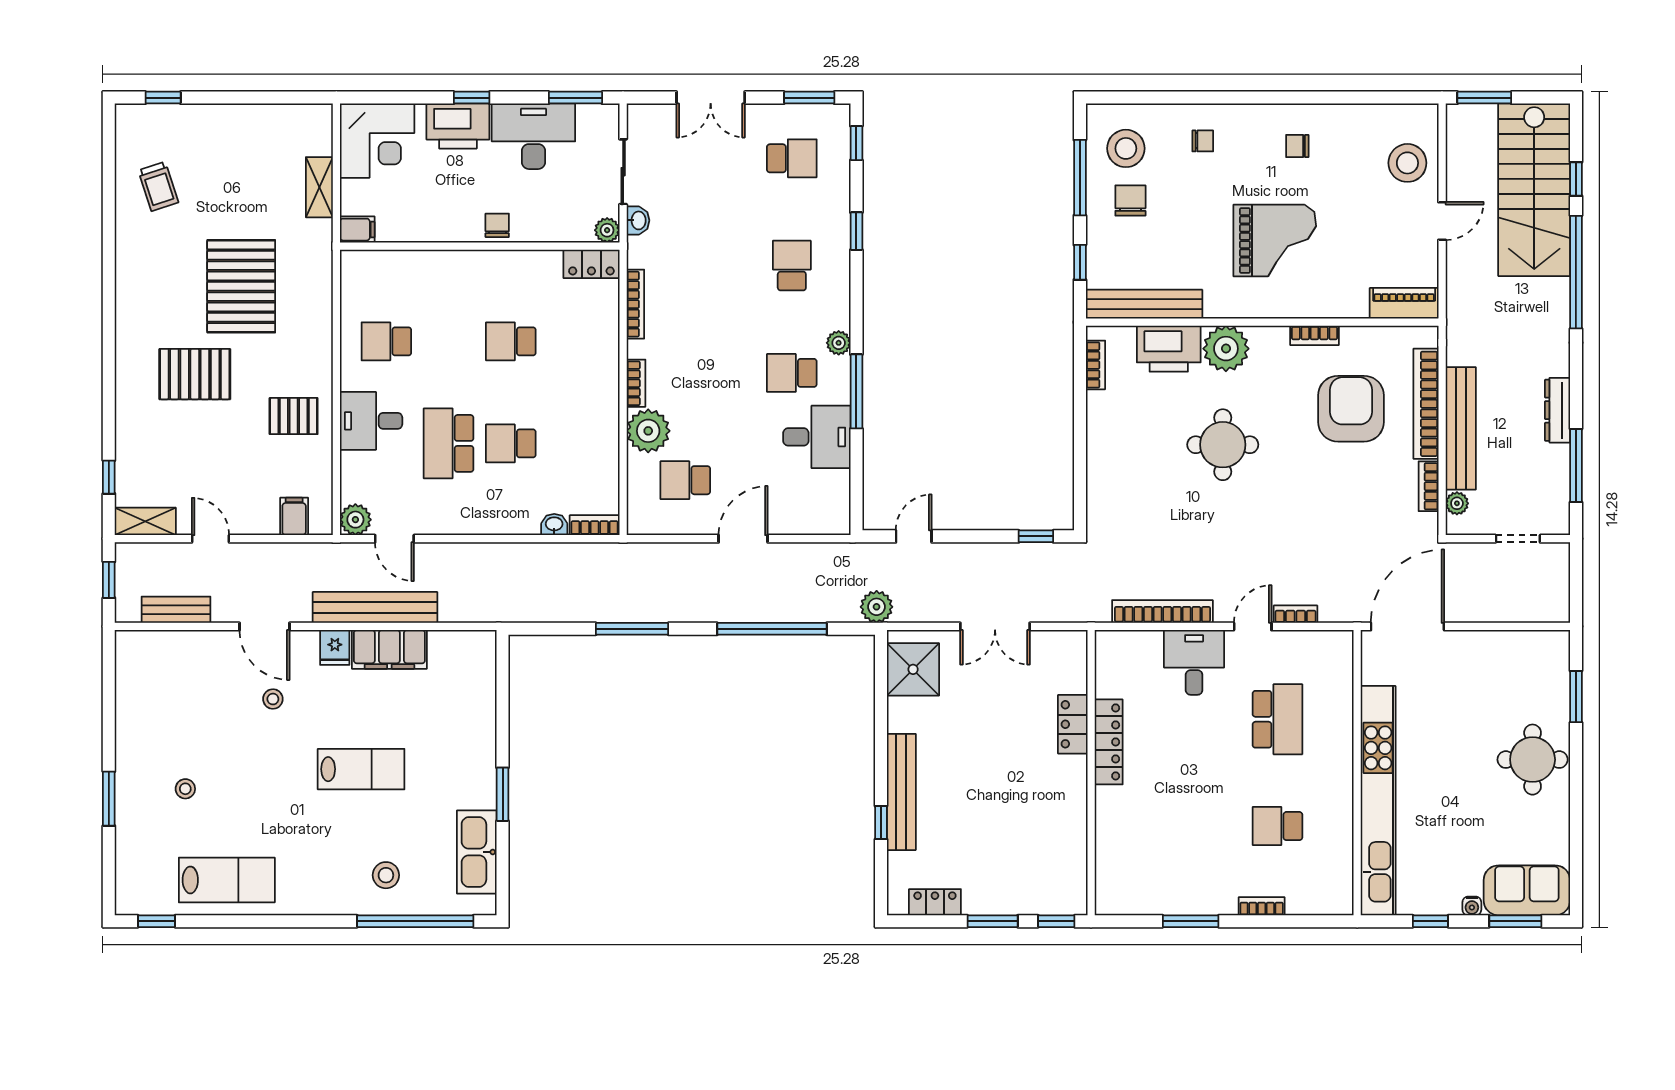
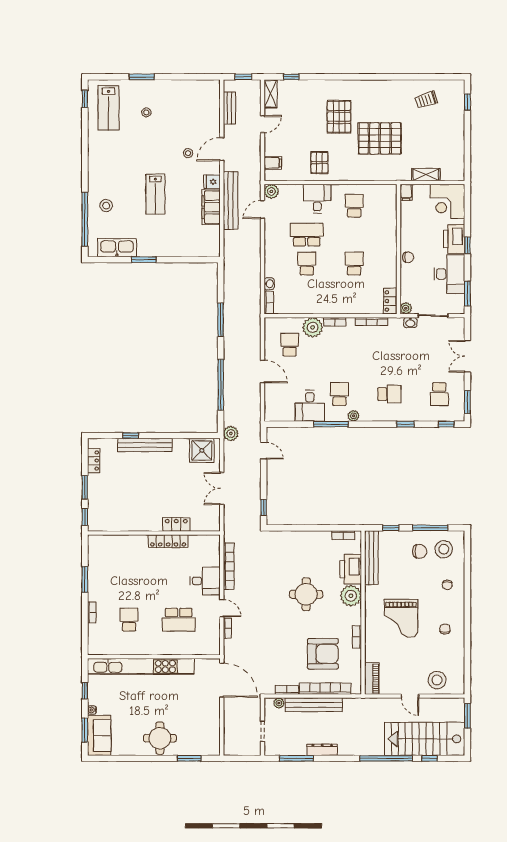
lab bench: (227, 880) -> (109, 108), moved

